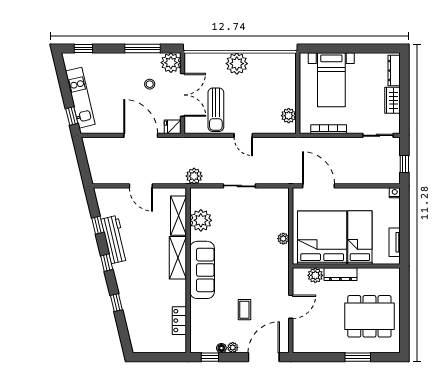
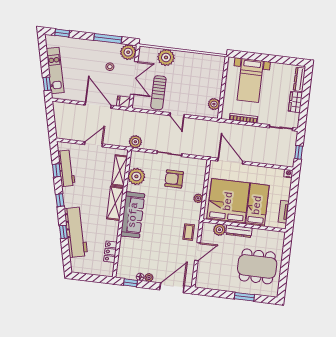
plant: (237, 64) -> (166, 57), moved
door: (141, 186) -> (93, 144), swing flipped
armchair: (249, 218) -> (174, 179), added
workbench: (114, 240) -> (66, 168), moved
workbench: (132, 301) -> (76, 232), added
coffee table: (244, 310) -> (189, 232), moved

